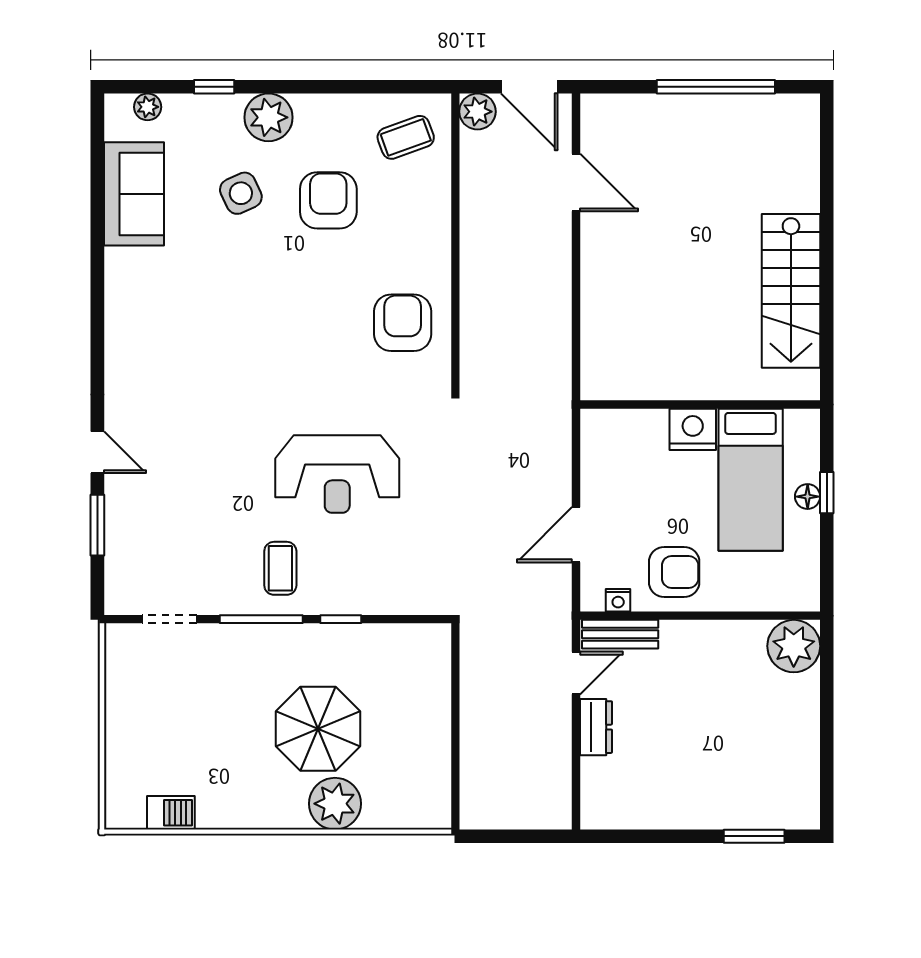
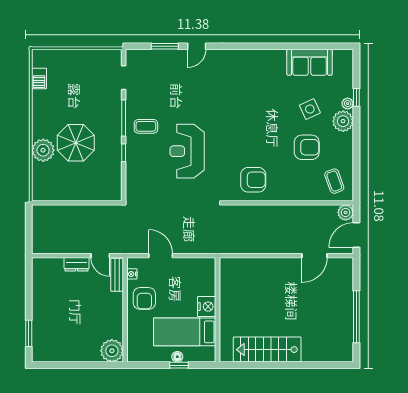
plant: (148, 107) -> (348, 104), moved

